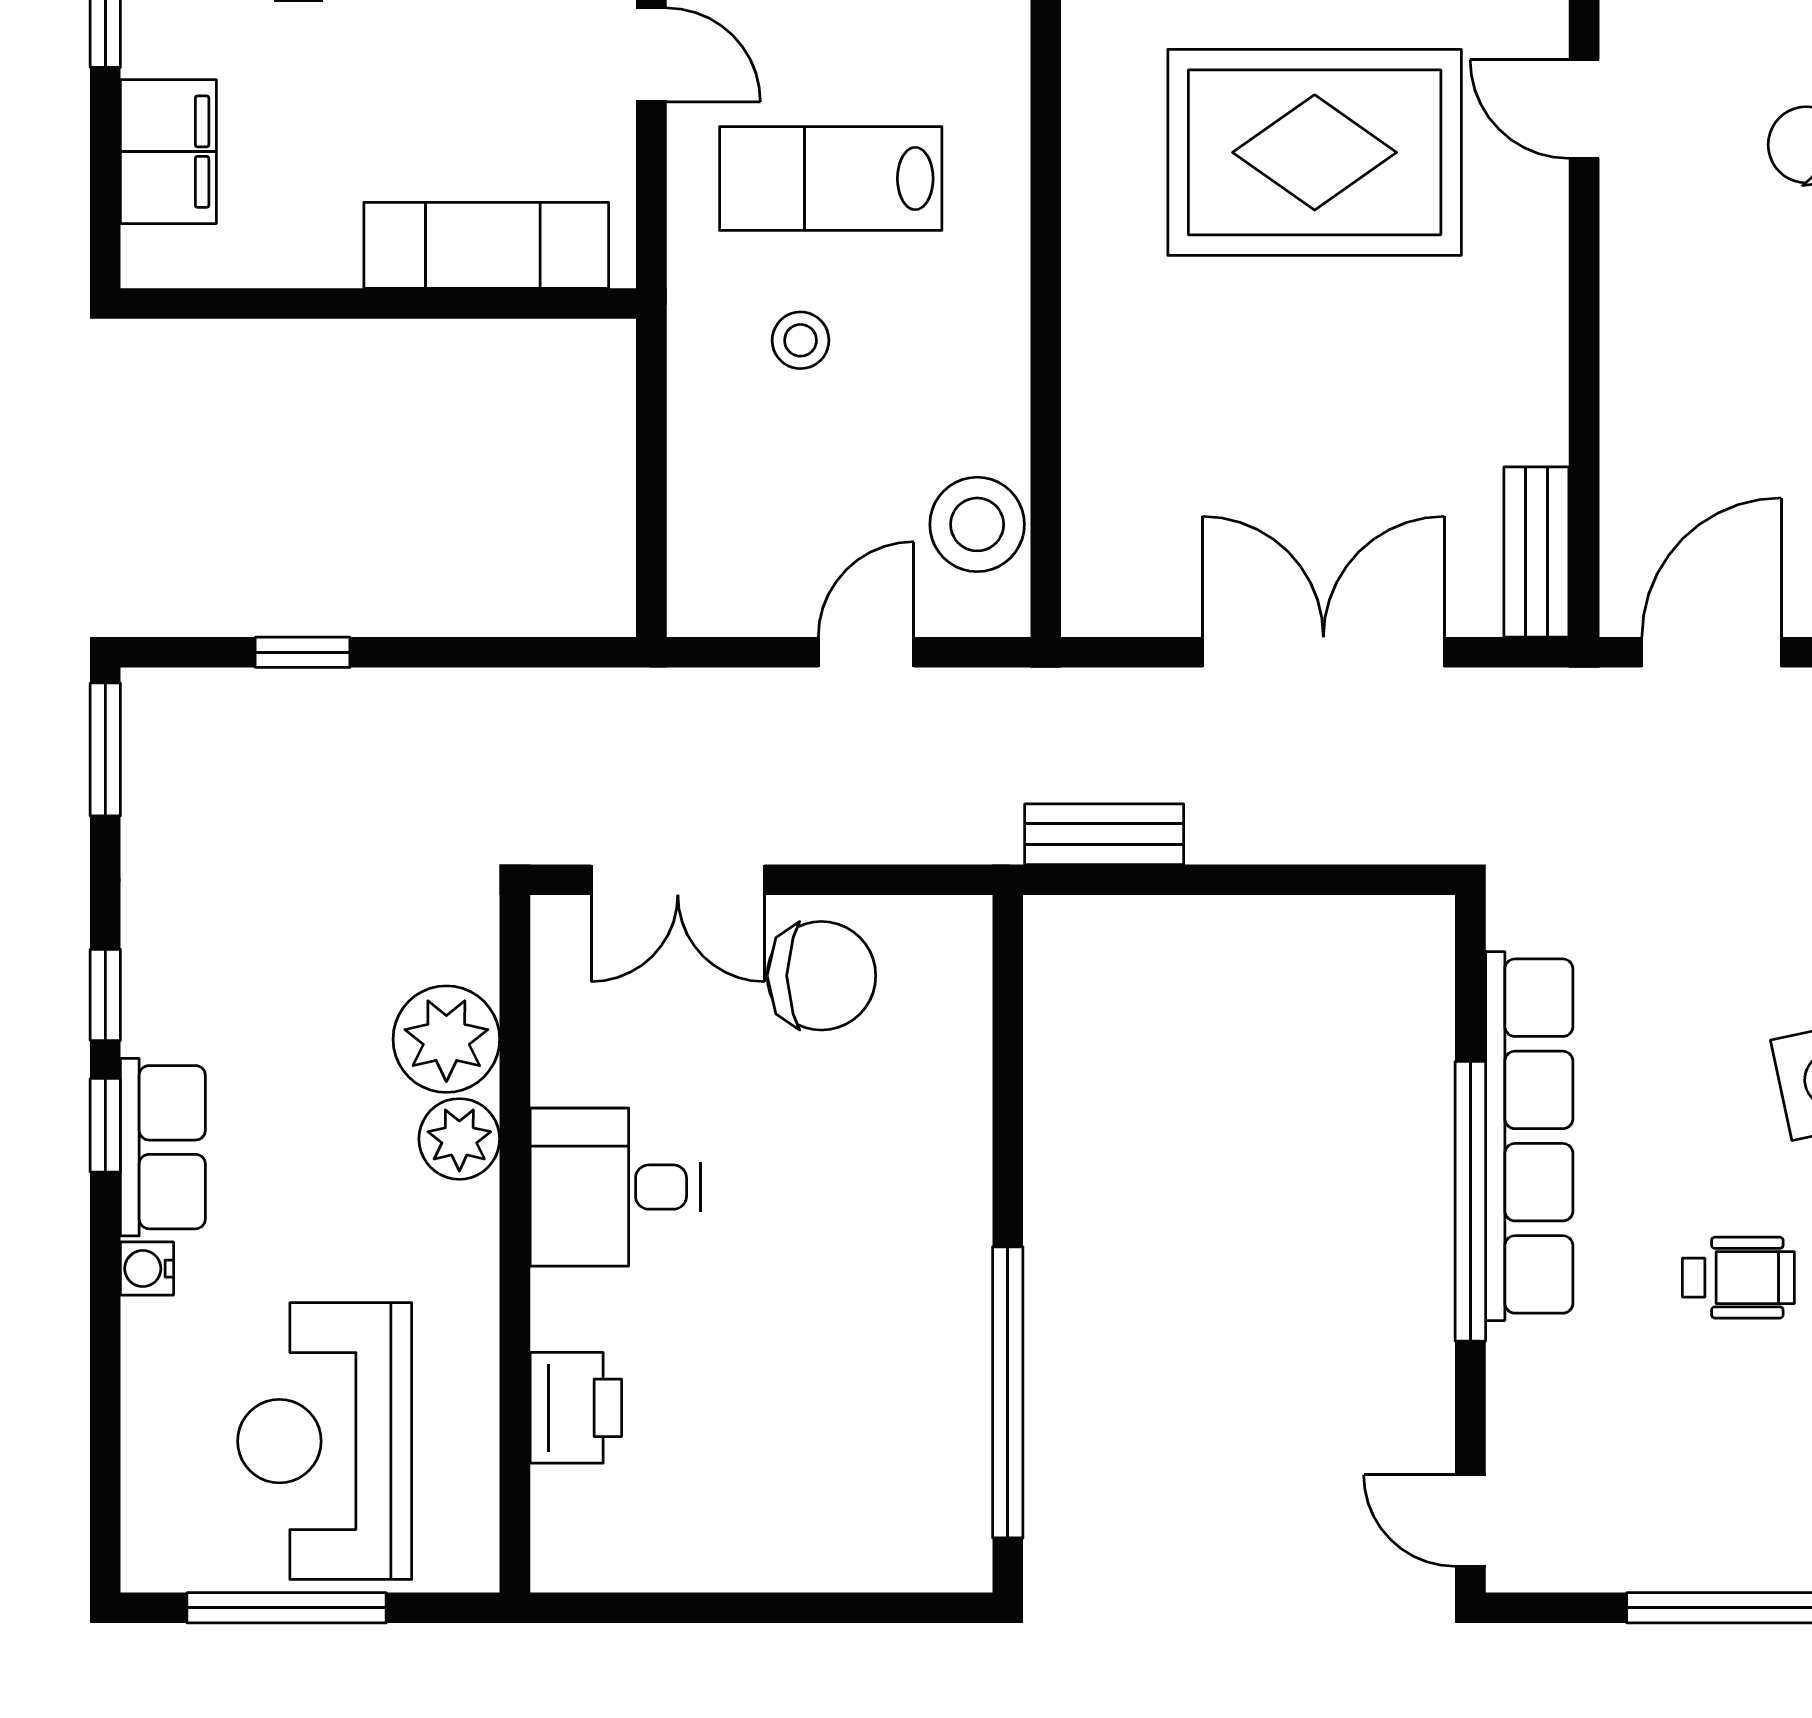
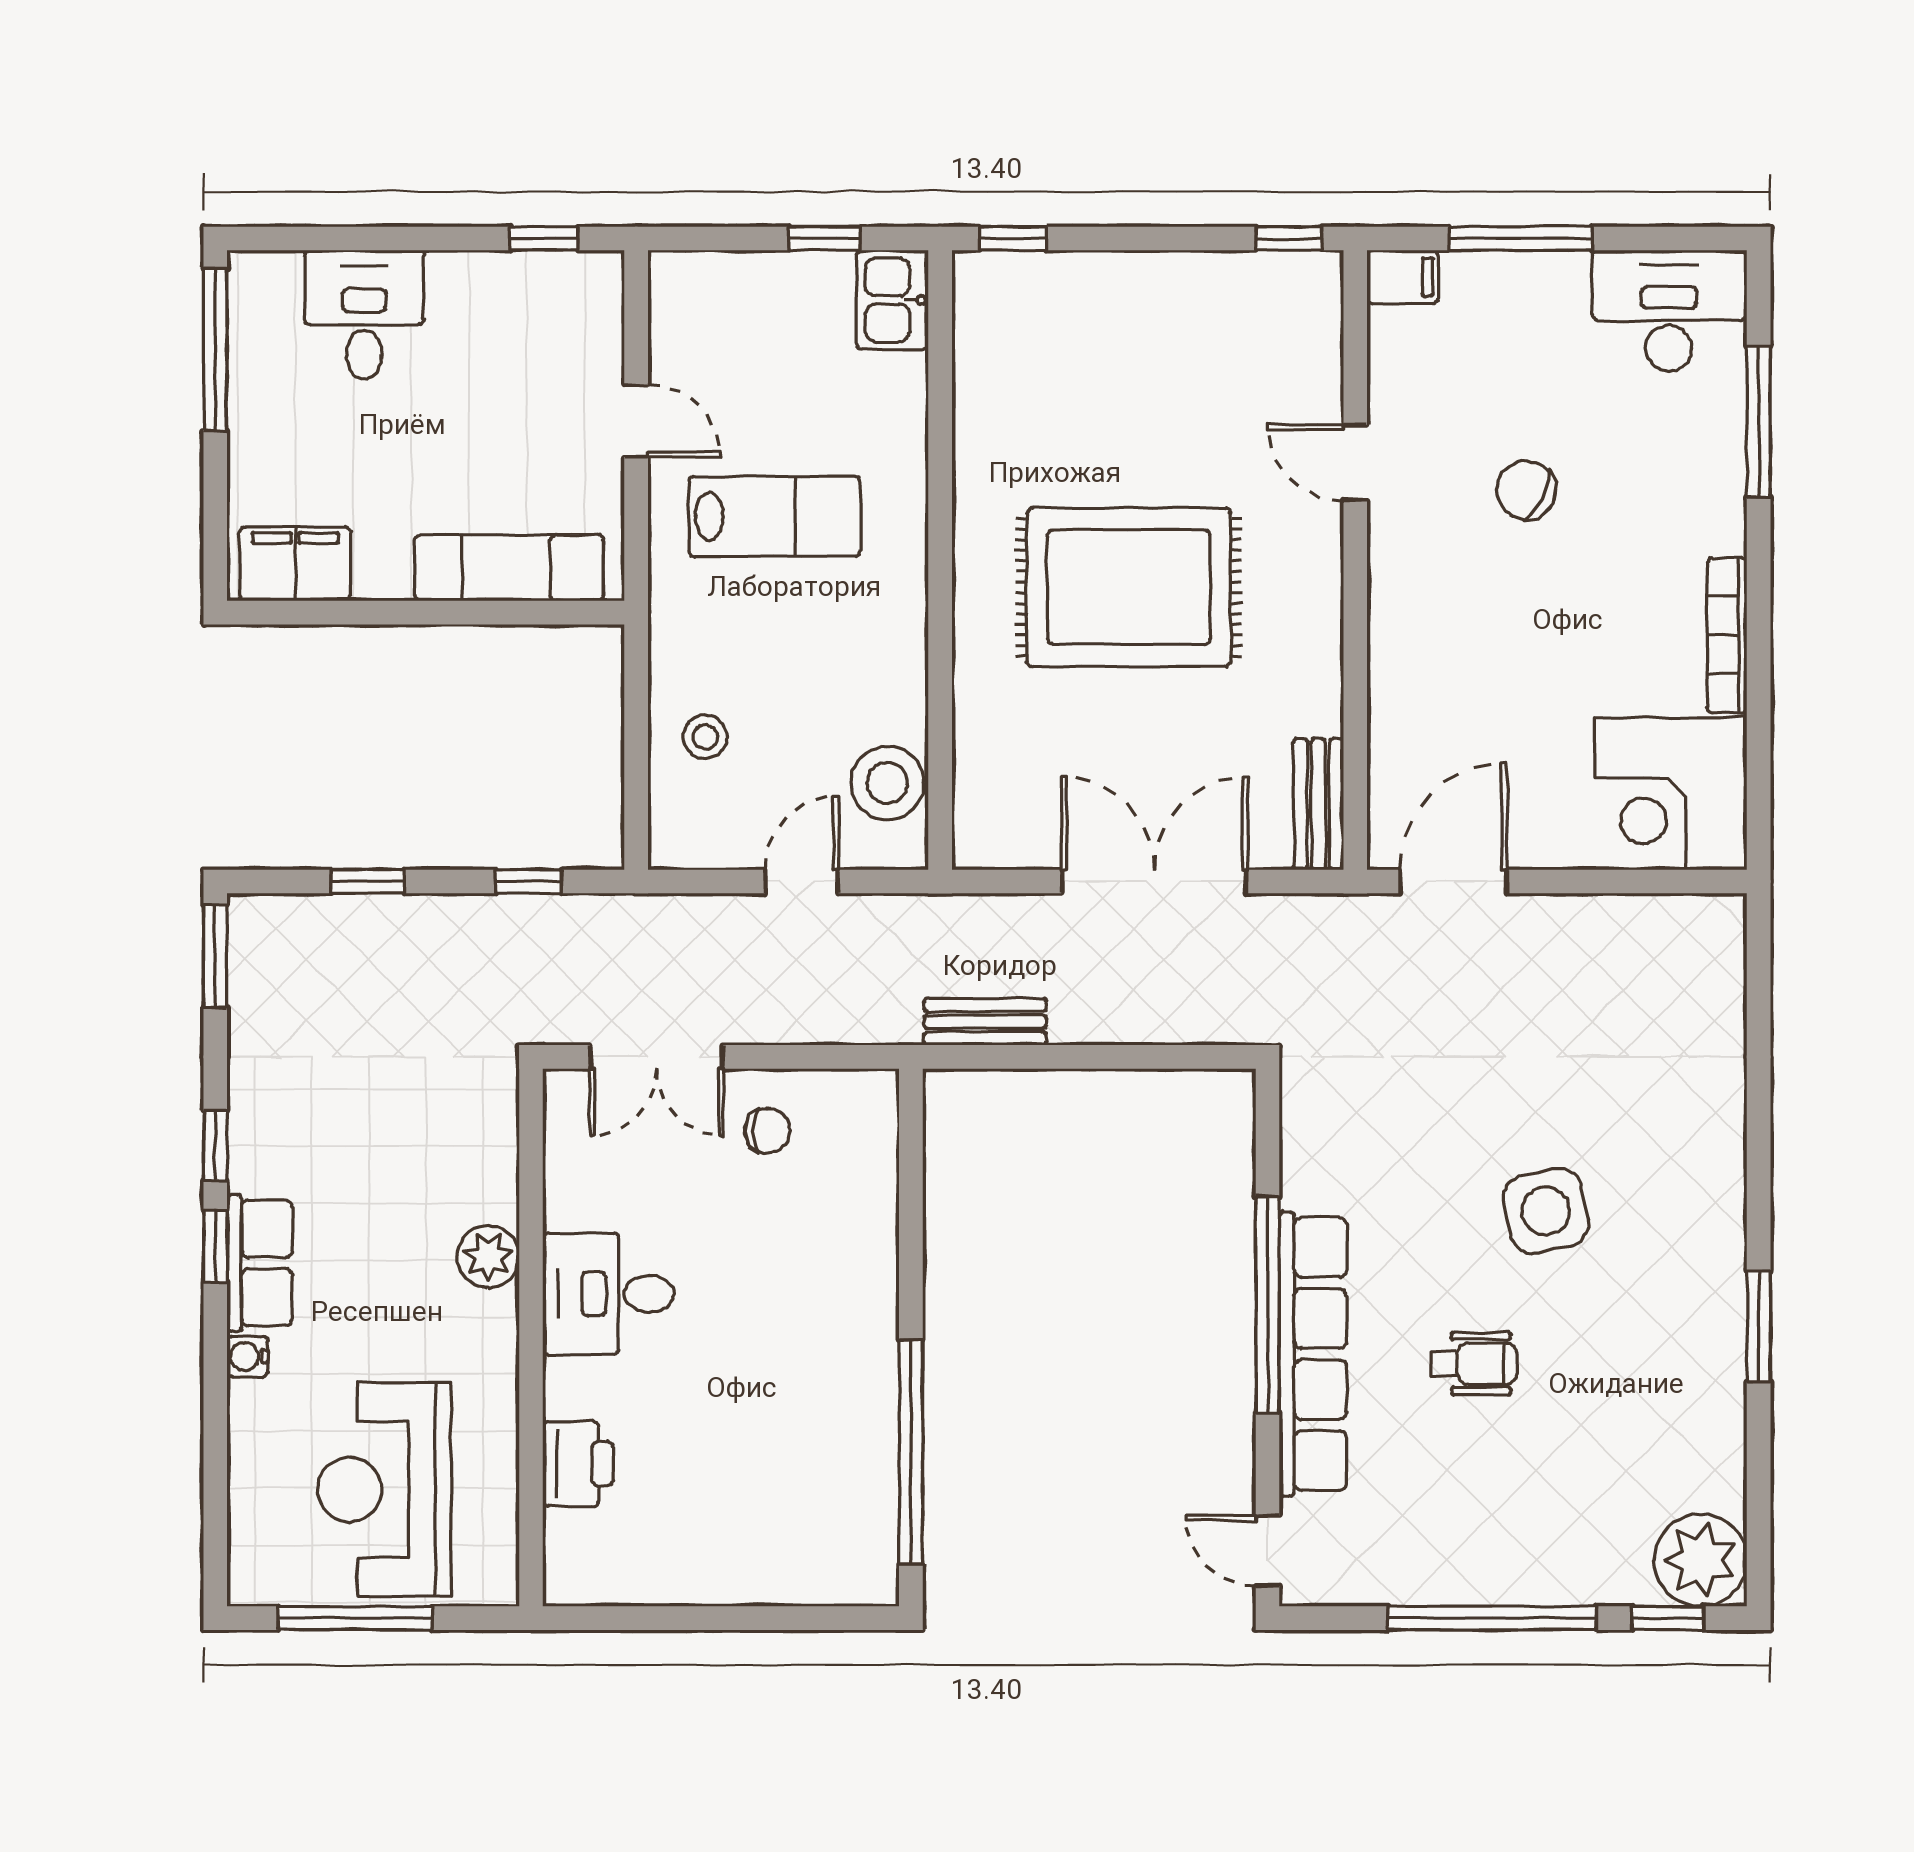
filing cabinet: (168, 152) -> (295, 564), moved, turned -90
rug: (1315, 152) -> (1129, 587), moved
lab bench: (831, 179) -> (774, 516), turned 180
stool: (801, 340) -> (705, 737), moved
window: (512, 652) -> (529, 881), added
chair: (821, 976) -> (767, 1131), width x0.54, depth x0.54
plant: (446, 1039) -> (478, 1180), removed
row of seats: (1529, 1136) -> (1313, 1354), moved

